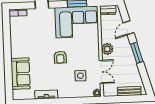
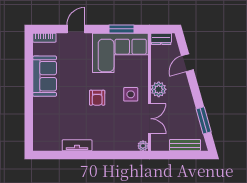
window: (137, 53) -> (204, 120), moved
sofa: (20, 74) -> (45, 76), moved
side table: (80, 76) -> (131, 94), moved

